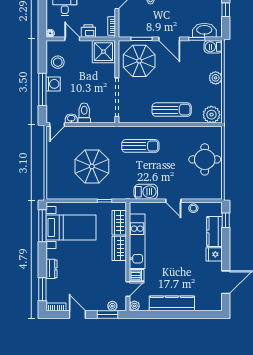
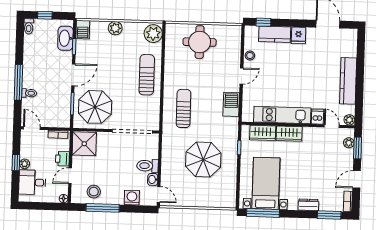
washing machine: (53, 84) -> (132, 198), moved
window: (42, 89) -> (103, 208), moved

